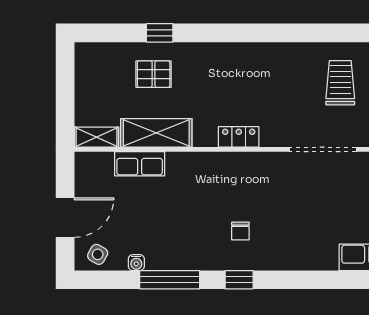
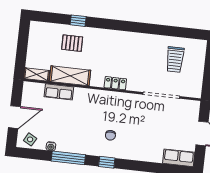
trolley: (340, 83) -> (175, 59), turned 180

